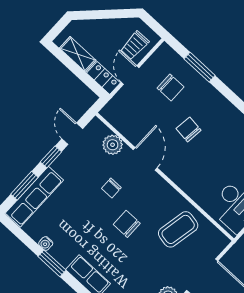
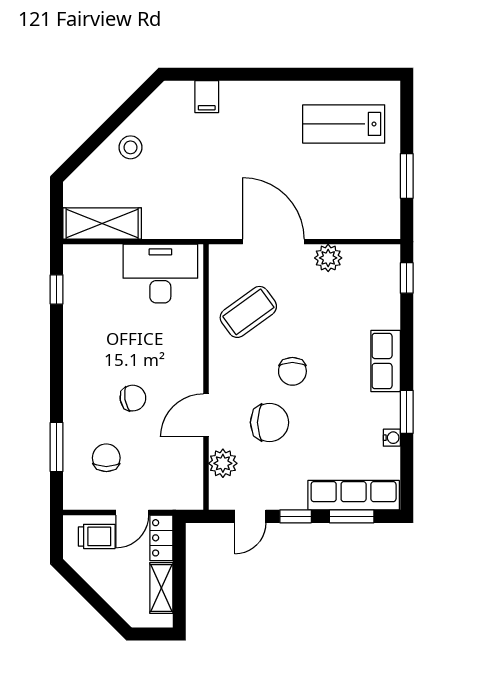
chair: (189, 129) -> (133, 398), turned -107
chair: (111, 188) -> (270, 422), width x1.87, depth x1.87
coffee table: (178, 229) -> (248, 312), turned -47

